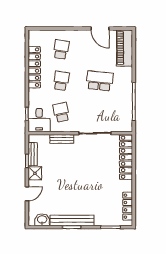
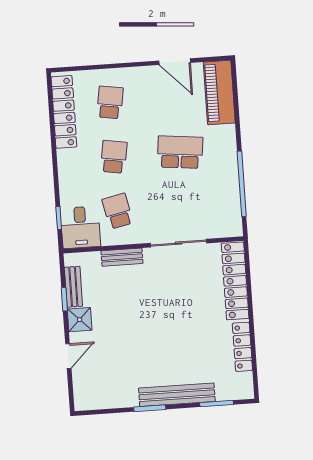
locker: (34, 67) -> (64, 112), moved
locker: (128, 206) -> (242, 347), moved
washbasin: (42, 220) -> (98, 399), removed
bench: (72, 220) -> (177, 395), moved

